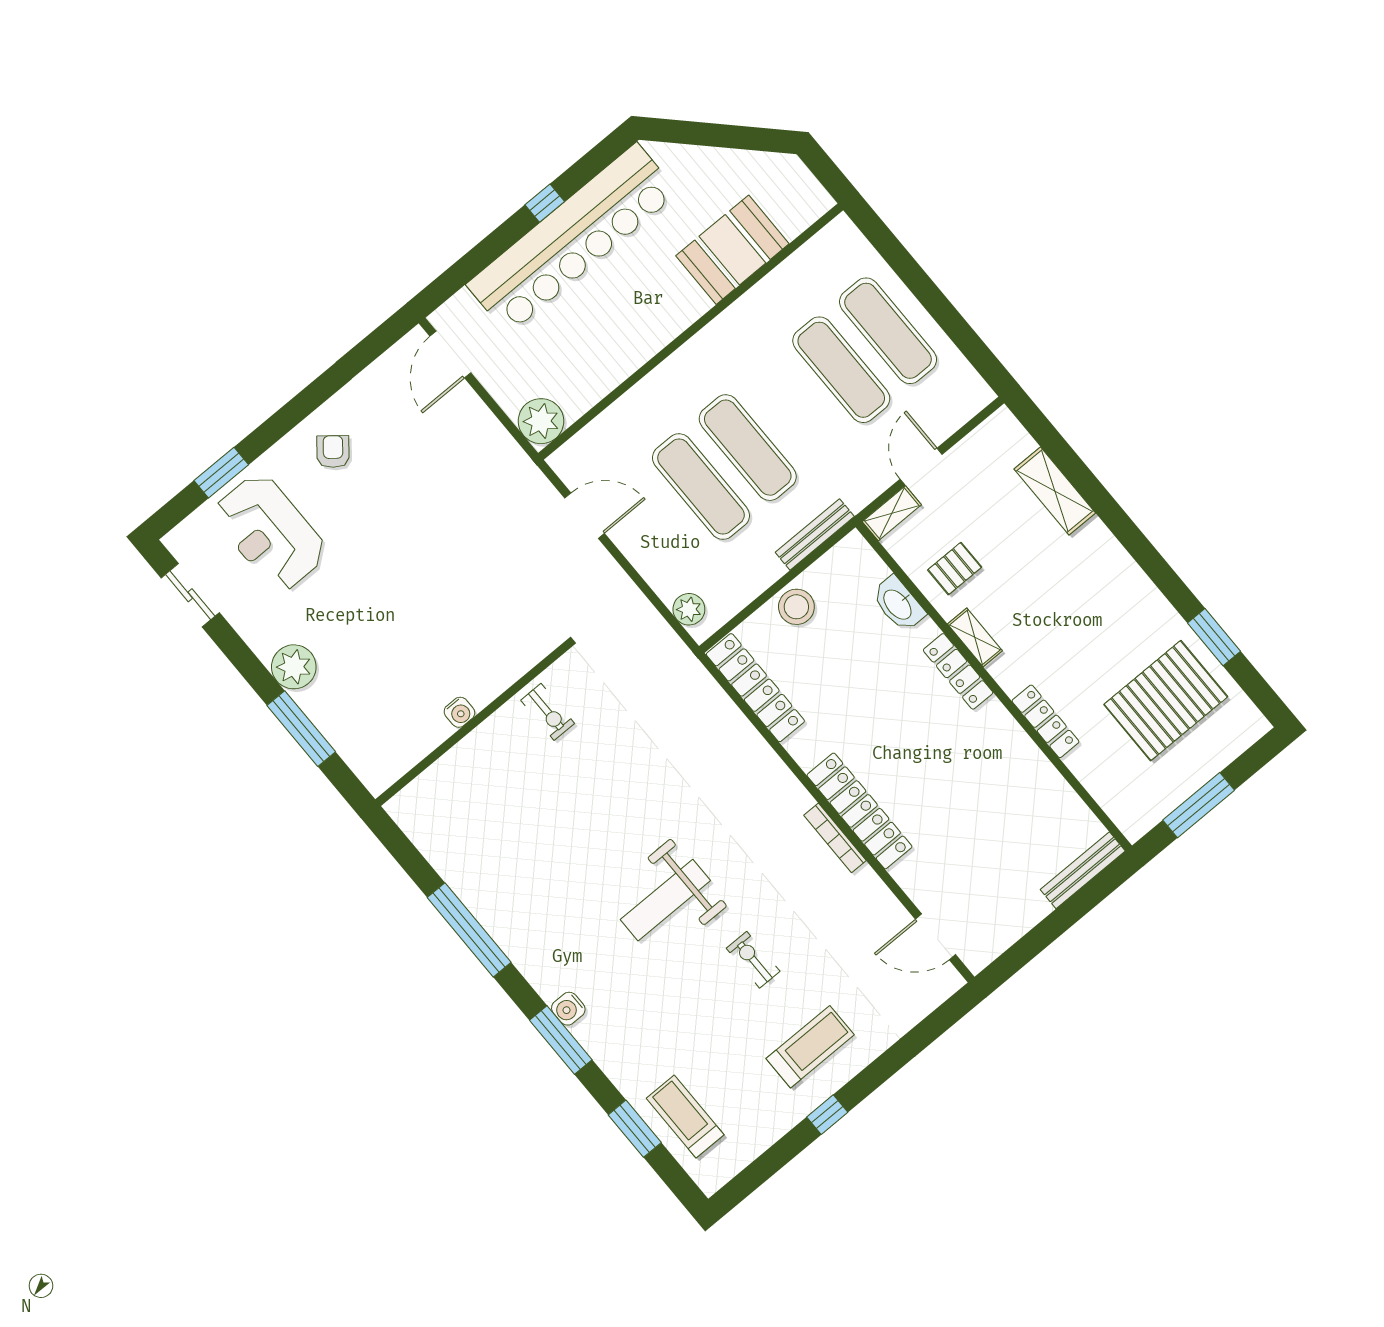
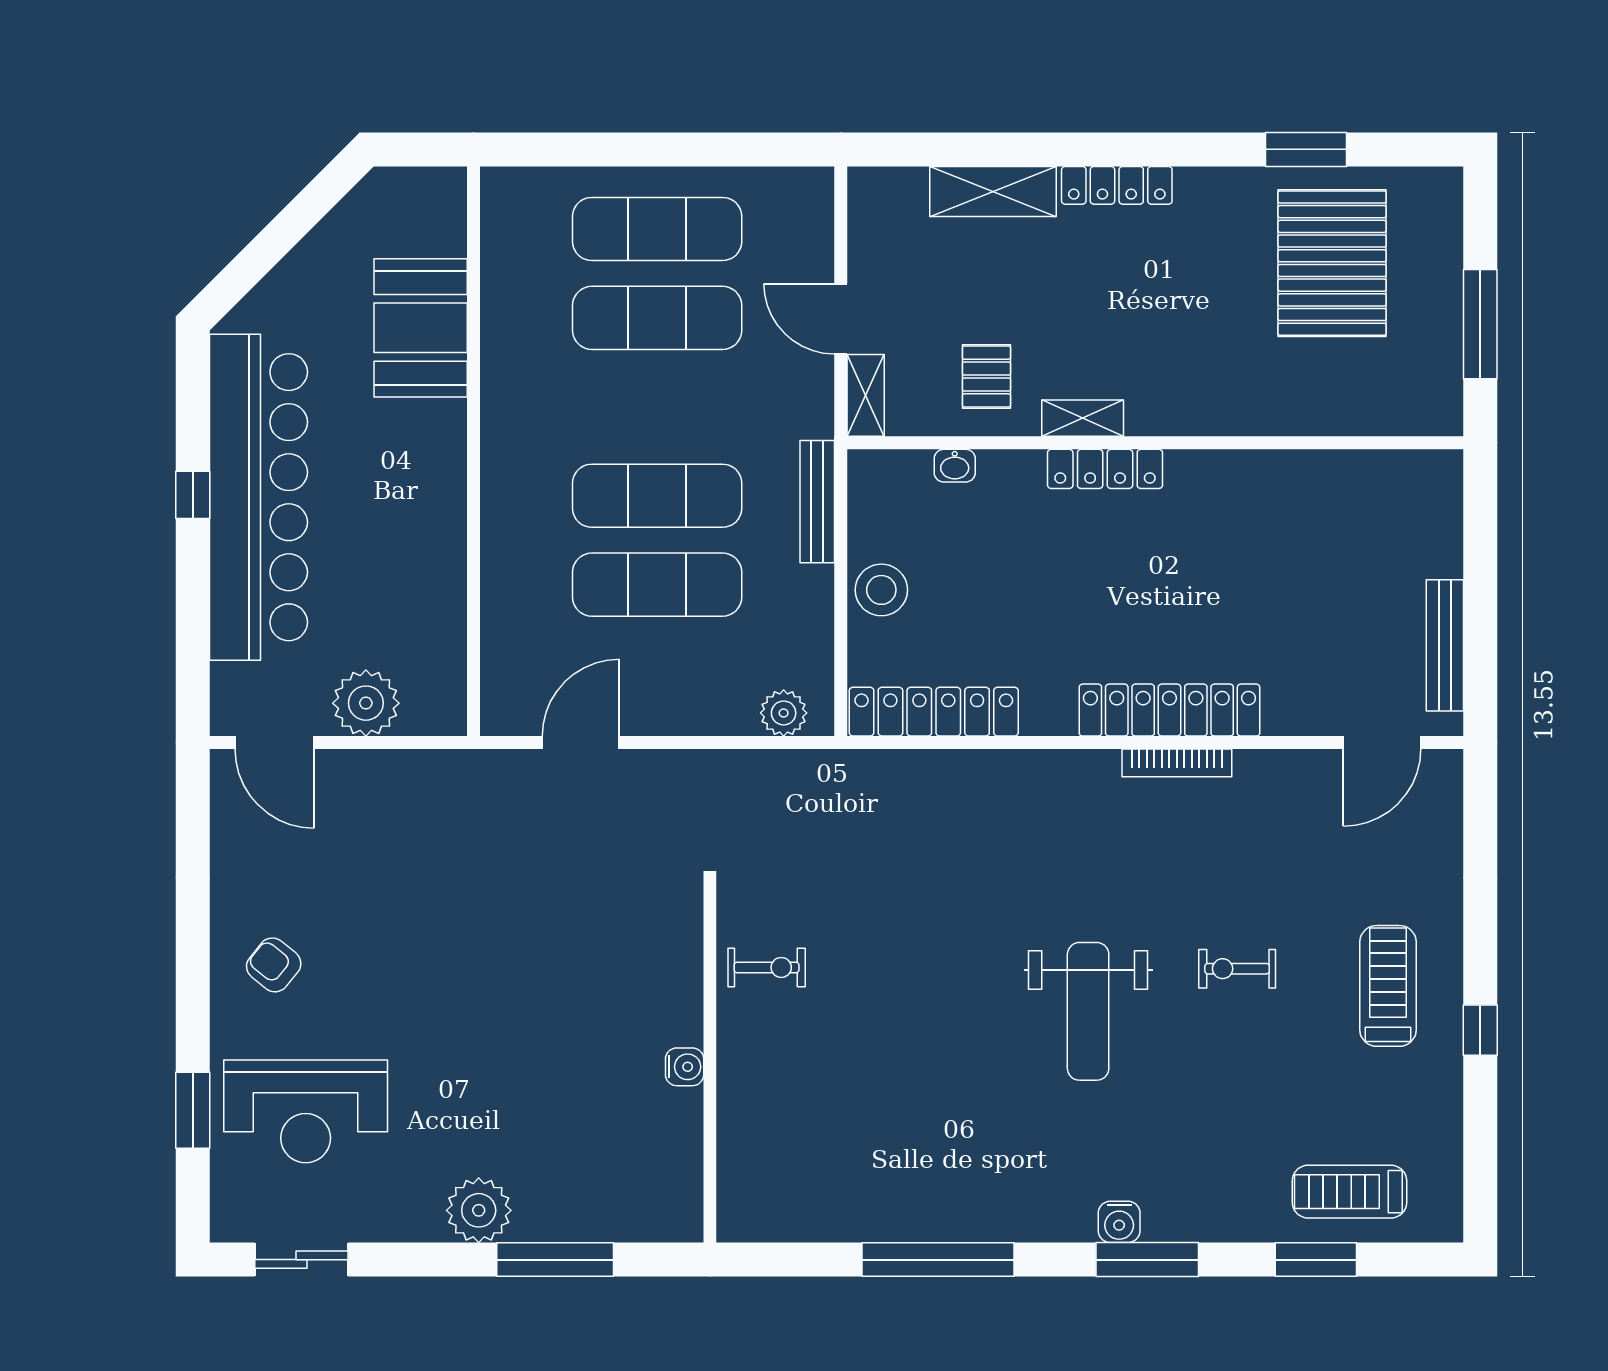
plant: (541, 421) -> (366, 703), moved
washbasin: (898, 604) -> (955, 466), width x0.52, depth x0.69
locker: (1045, 721) -> (1117, 185), moved, turned 180
bench: (1083, 870) -> (1445, 645), moved

